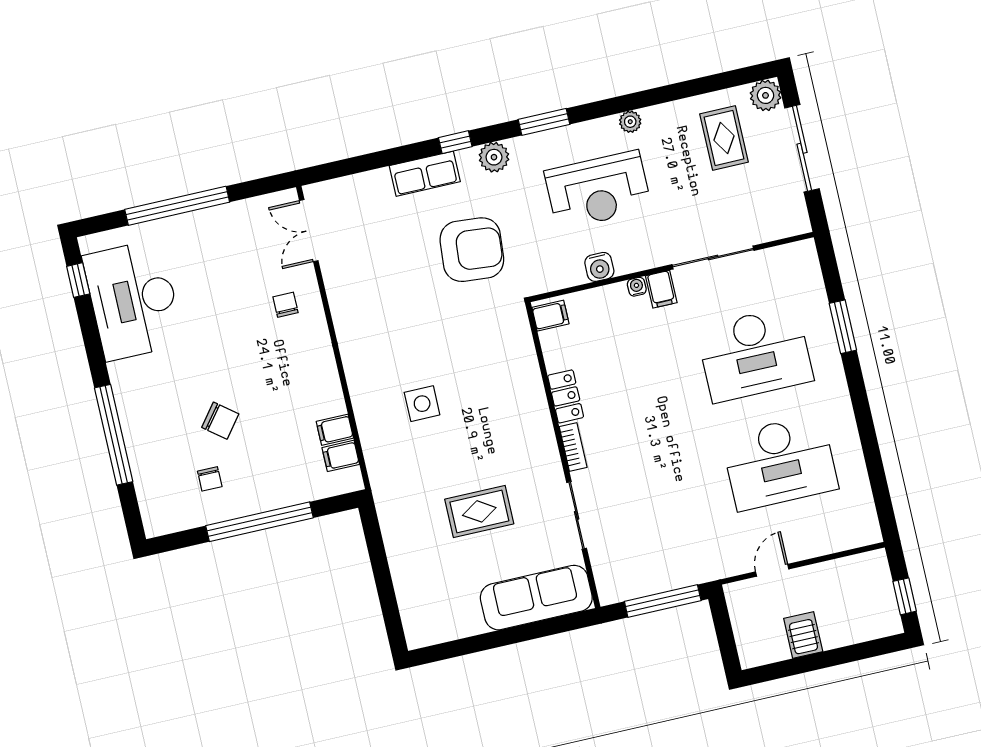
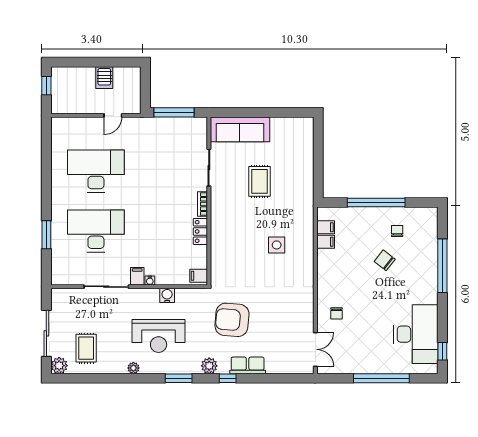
reception desk: (598, 190) -> (159, 336), turned 180
rug: (479, 511) -> (260, 181), turned 90

